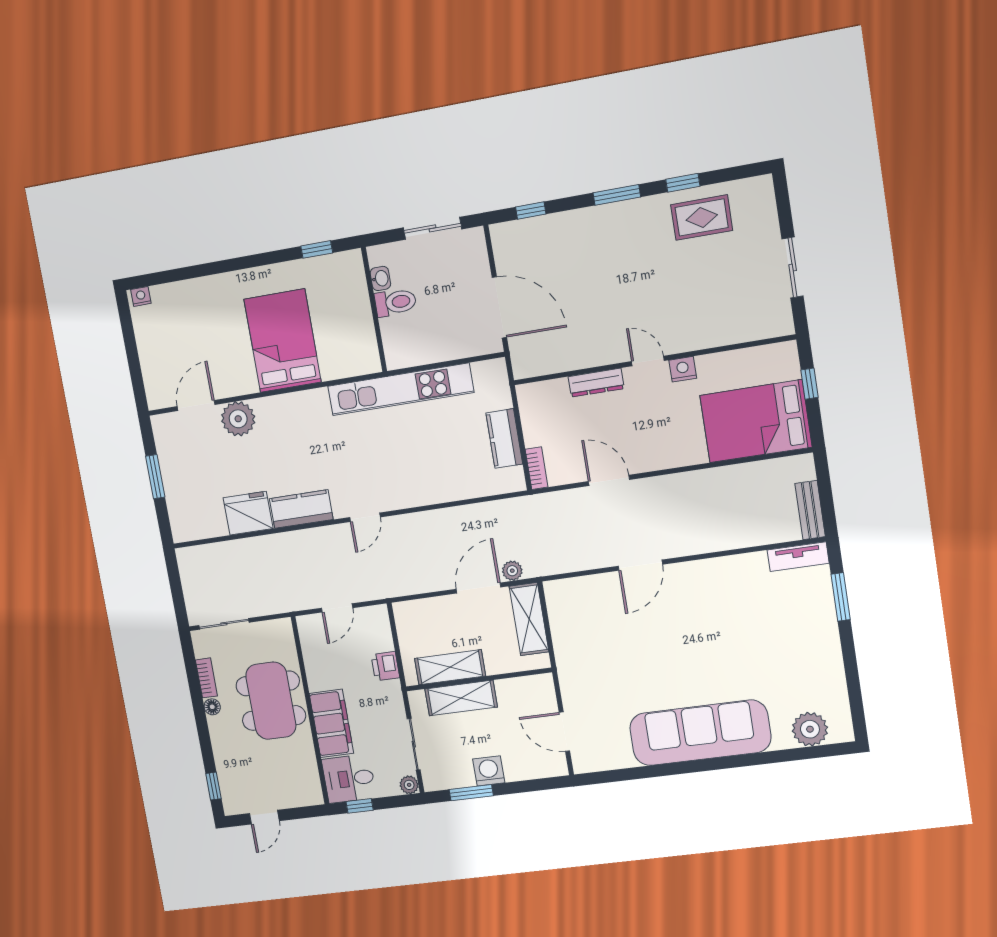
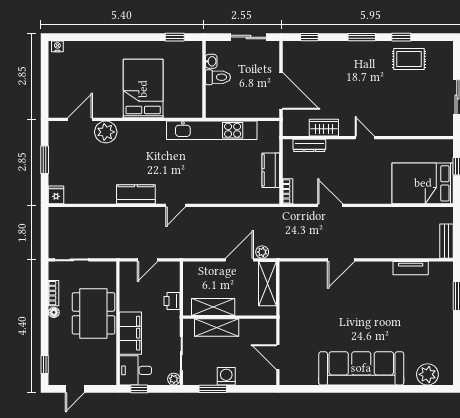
wardrobe: (579, 356) -> (324, 128), added
nightstand: (683, 369) -> (385, 146), removed
dresser: (596, 383) -> (309, 145), moved
fridge: (248, 513) -> (56, 195), moved, width x0.53, depth x0.75
tv unit: (798, 557) -> (411, 268), moved

